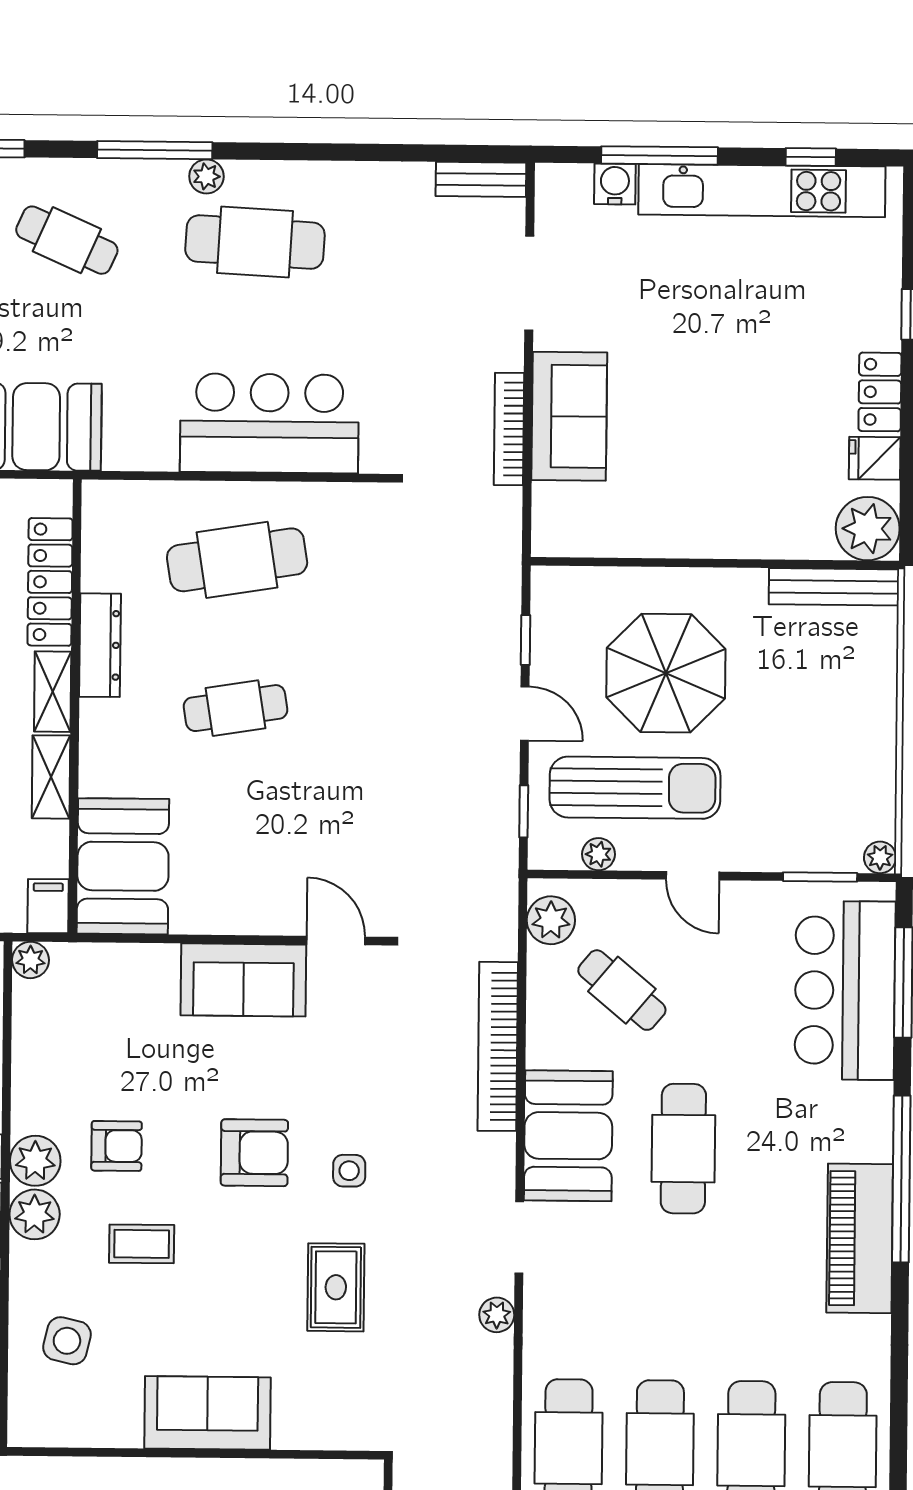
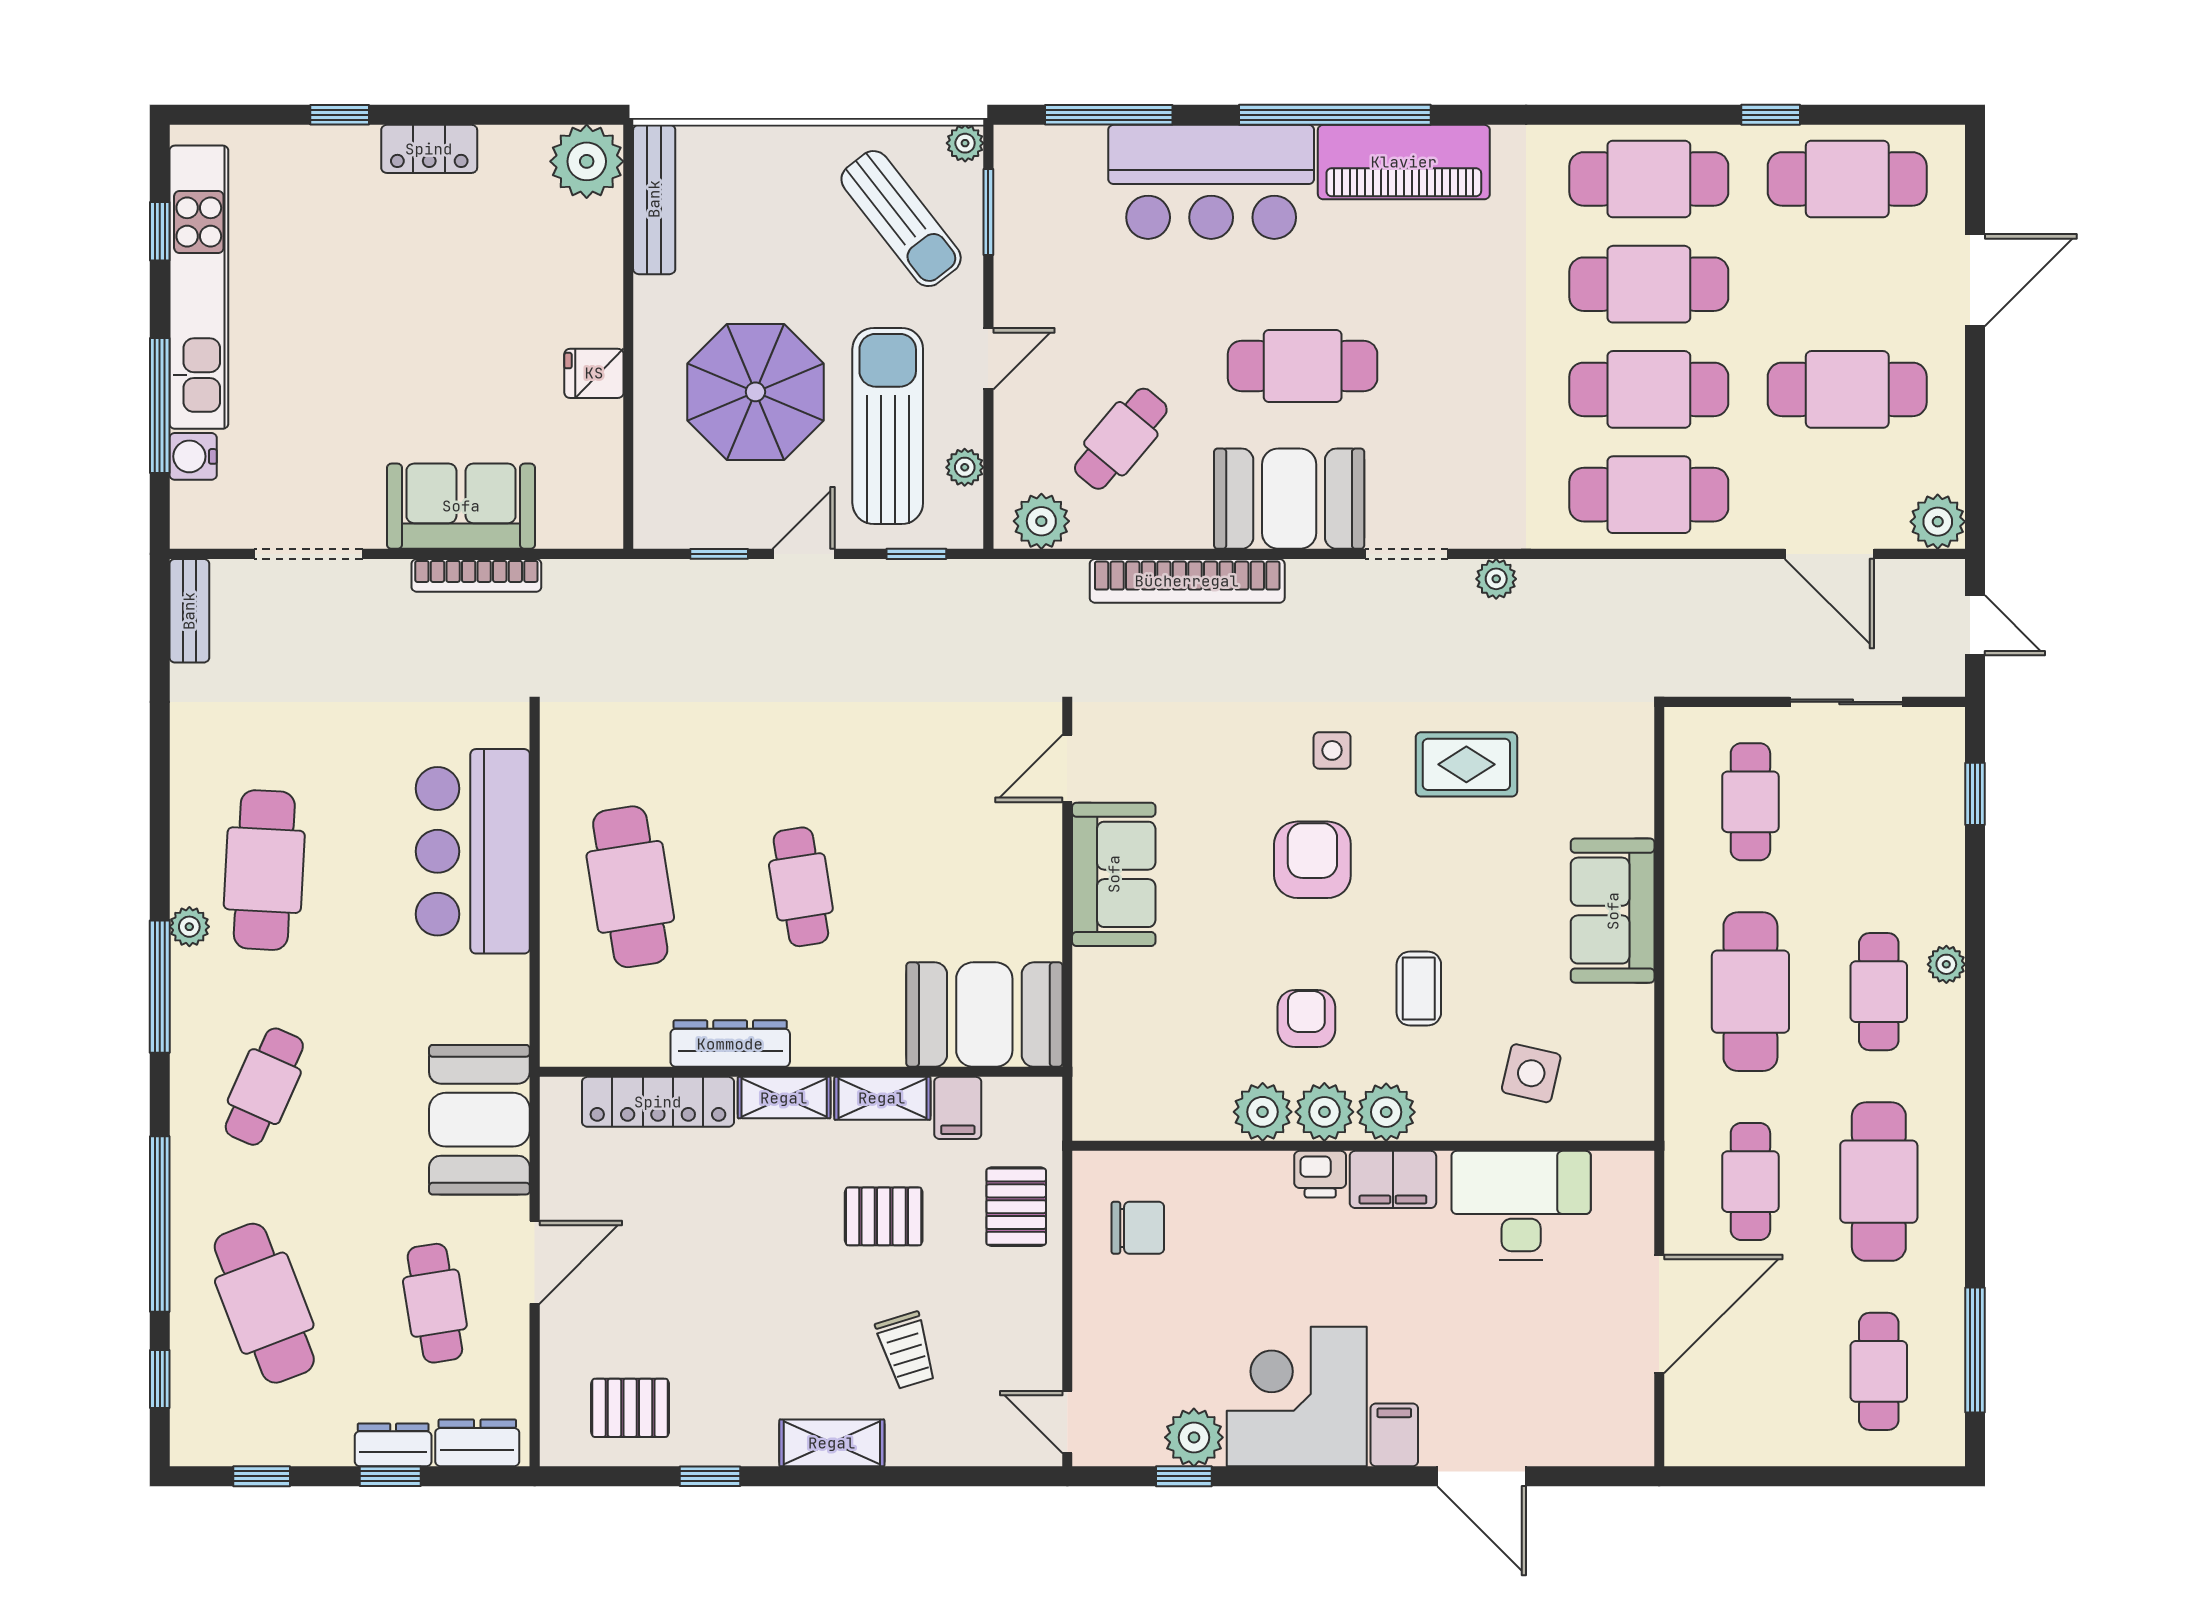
fridge: (875, 458) -> (594, 373), moved, turned 90
sun lounger: (815, 801) -> (901, 219), added
filing cabinet: (48, 906) -> (958, 1108), moved, turned -90
plant: (31, 960) -> (1263, 1112), moved, width x1.38, depth x1.38
bar counter: (845, 990) -> (1211, 182), moved

